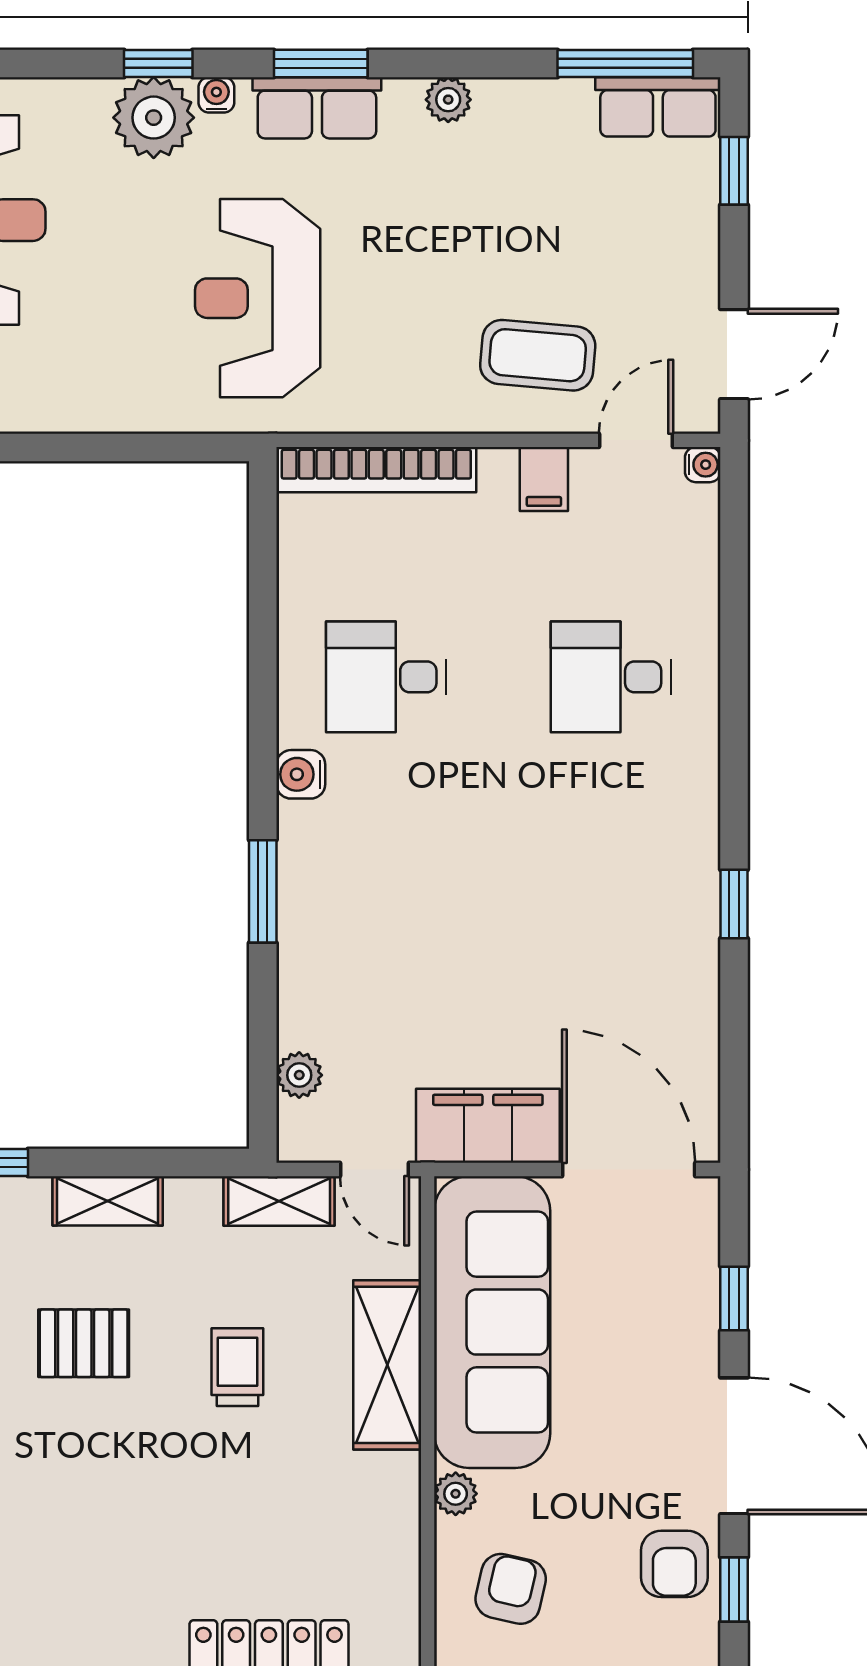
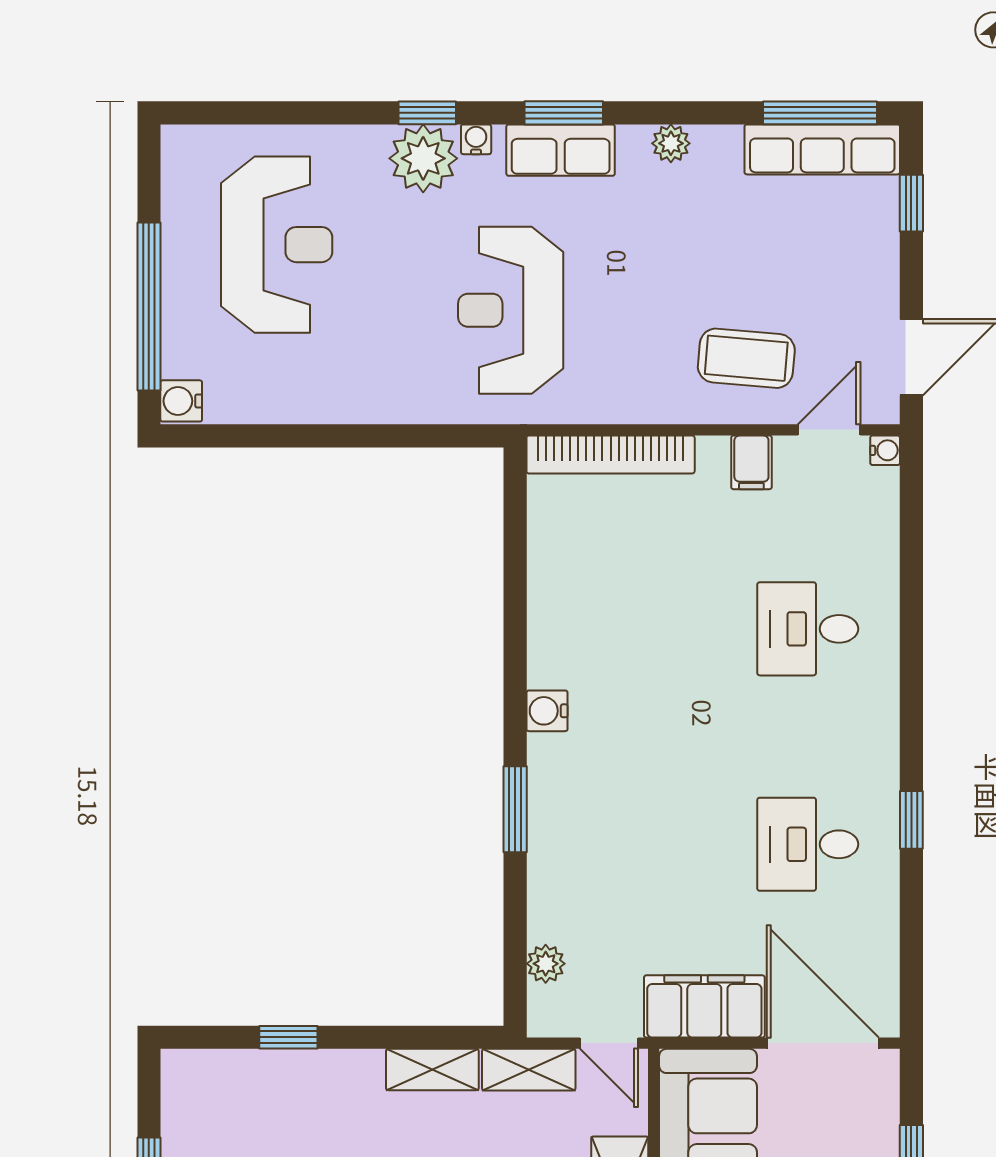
row of seats: (658, 107) -> (822, 149), width x1.48
desk: (386, 677) -> (808, 844), moved
shelving: (108, 1201) -> (432, 1069), moved

